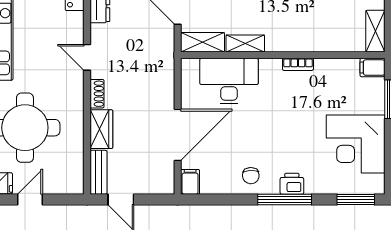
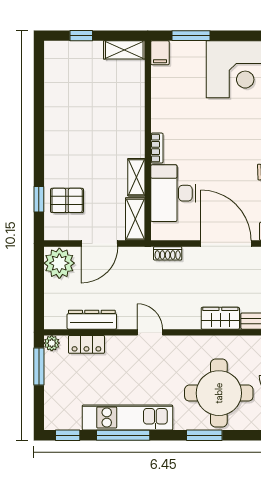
door: (87, 57) -> (150, 332), swing flipped
bookcase: (298, 64) -> (157, 148), moved
shoe rack: (97, 94) -> (168, 253), moved, turned 180

